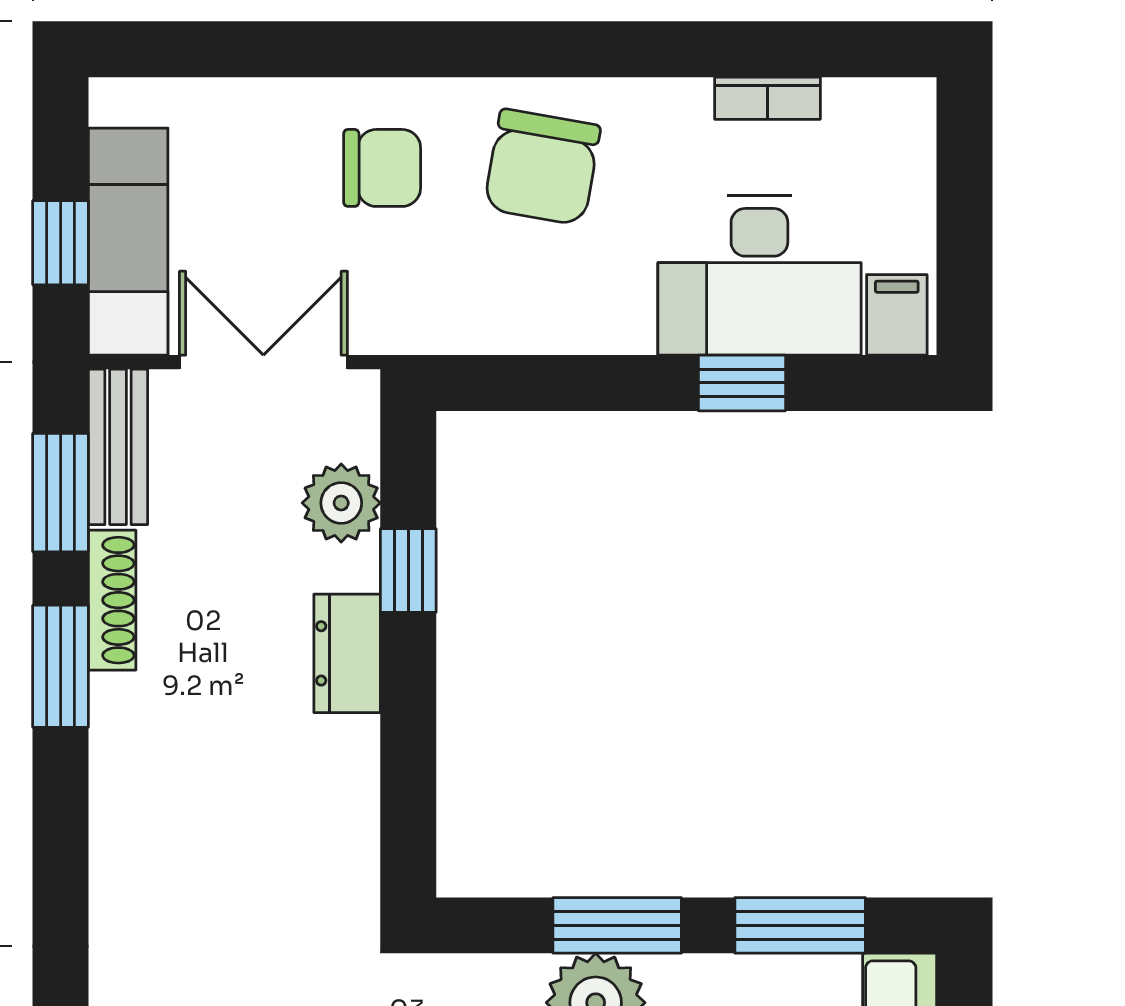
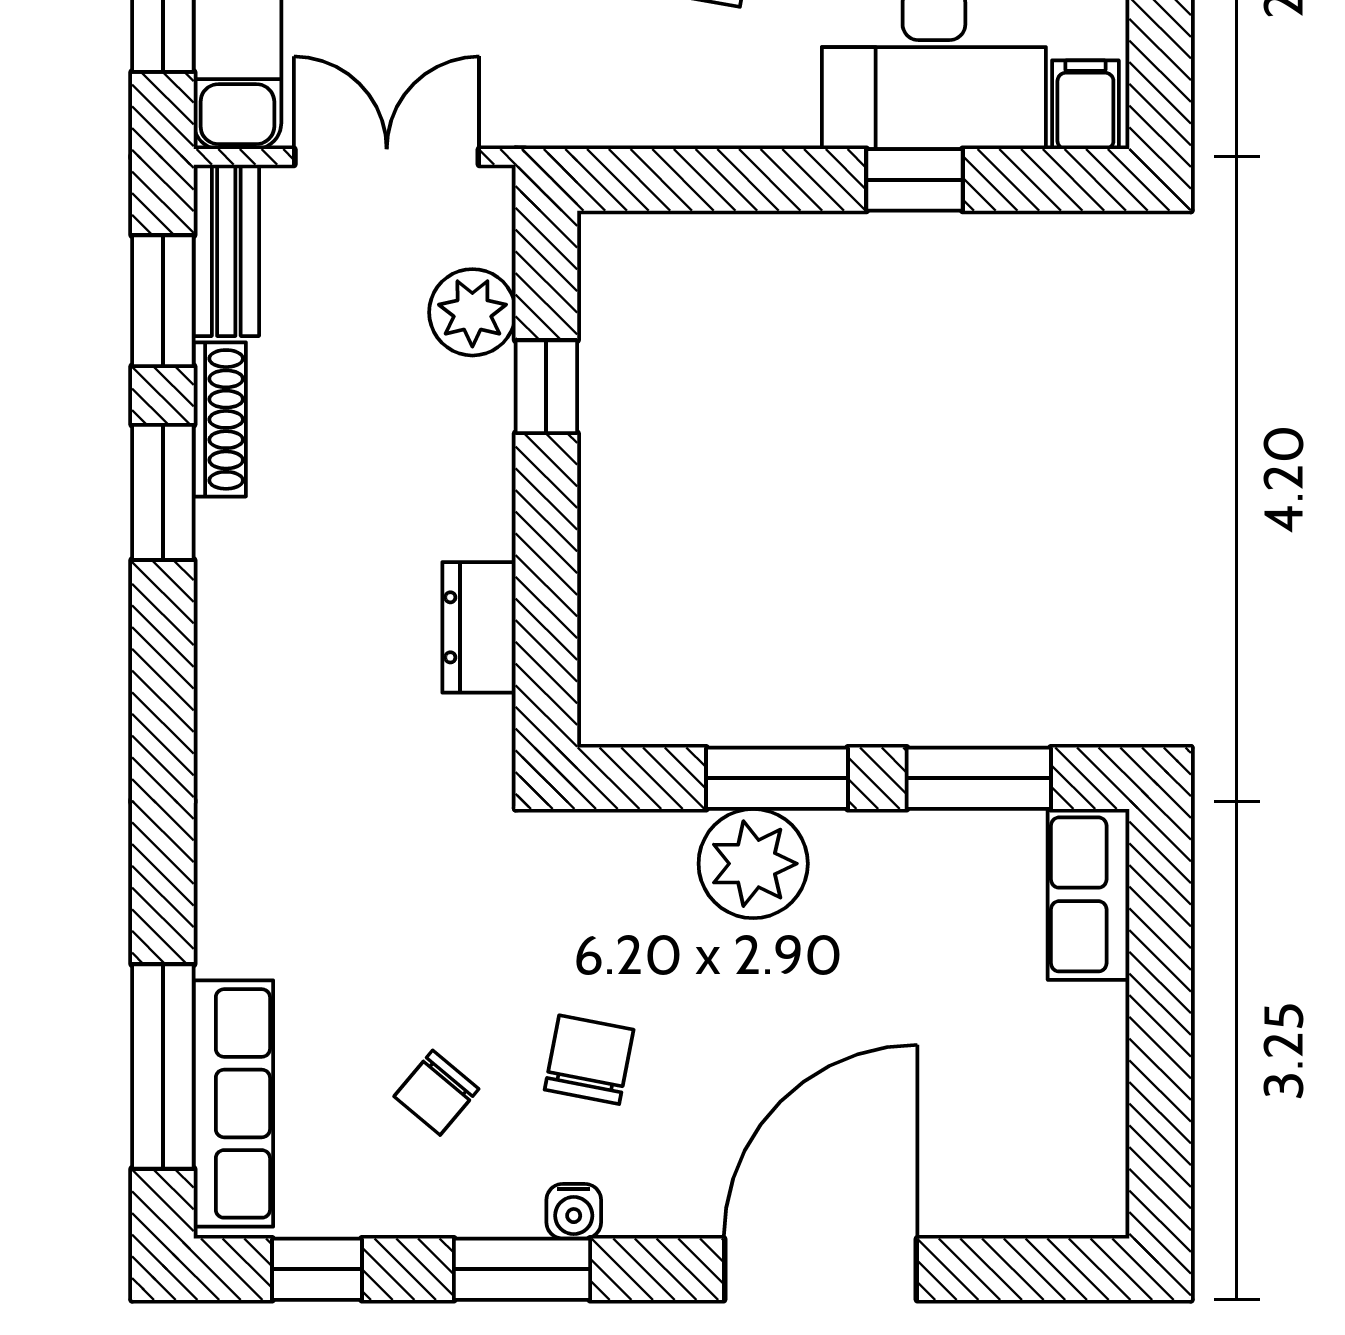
dresser: (347, 653) -> (479, 627), moved

